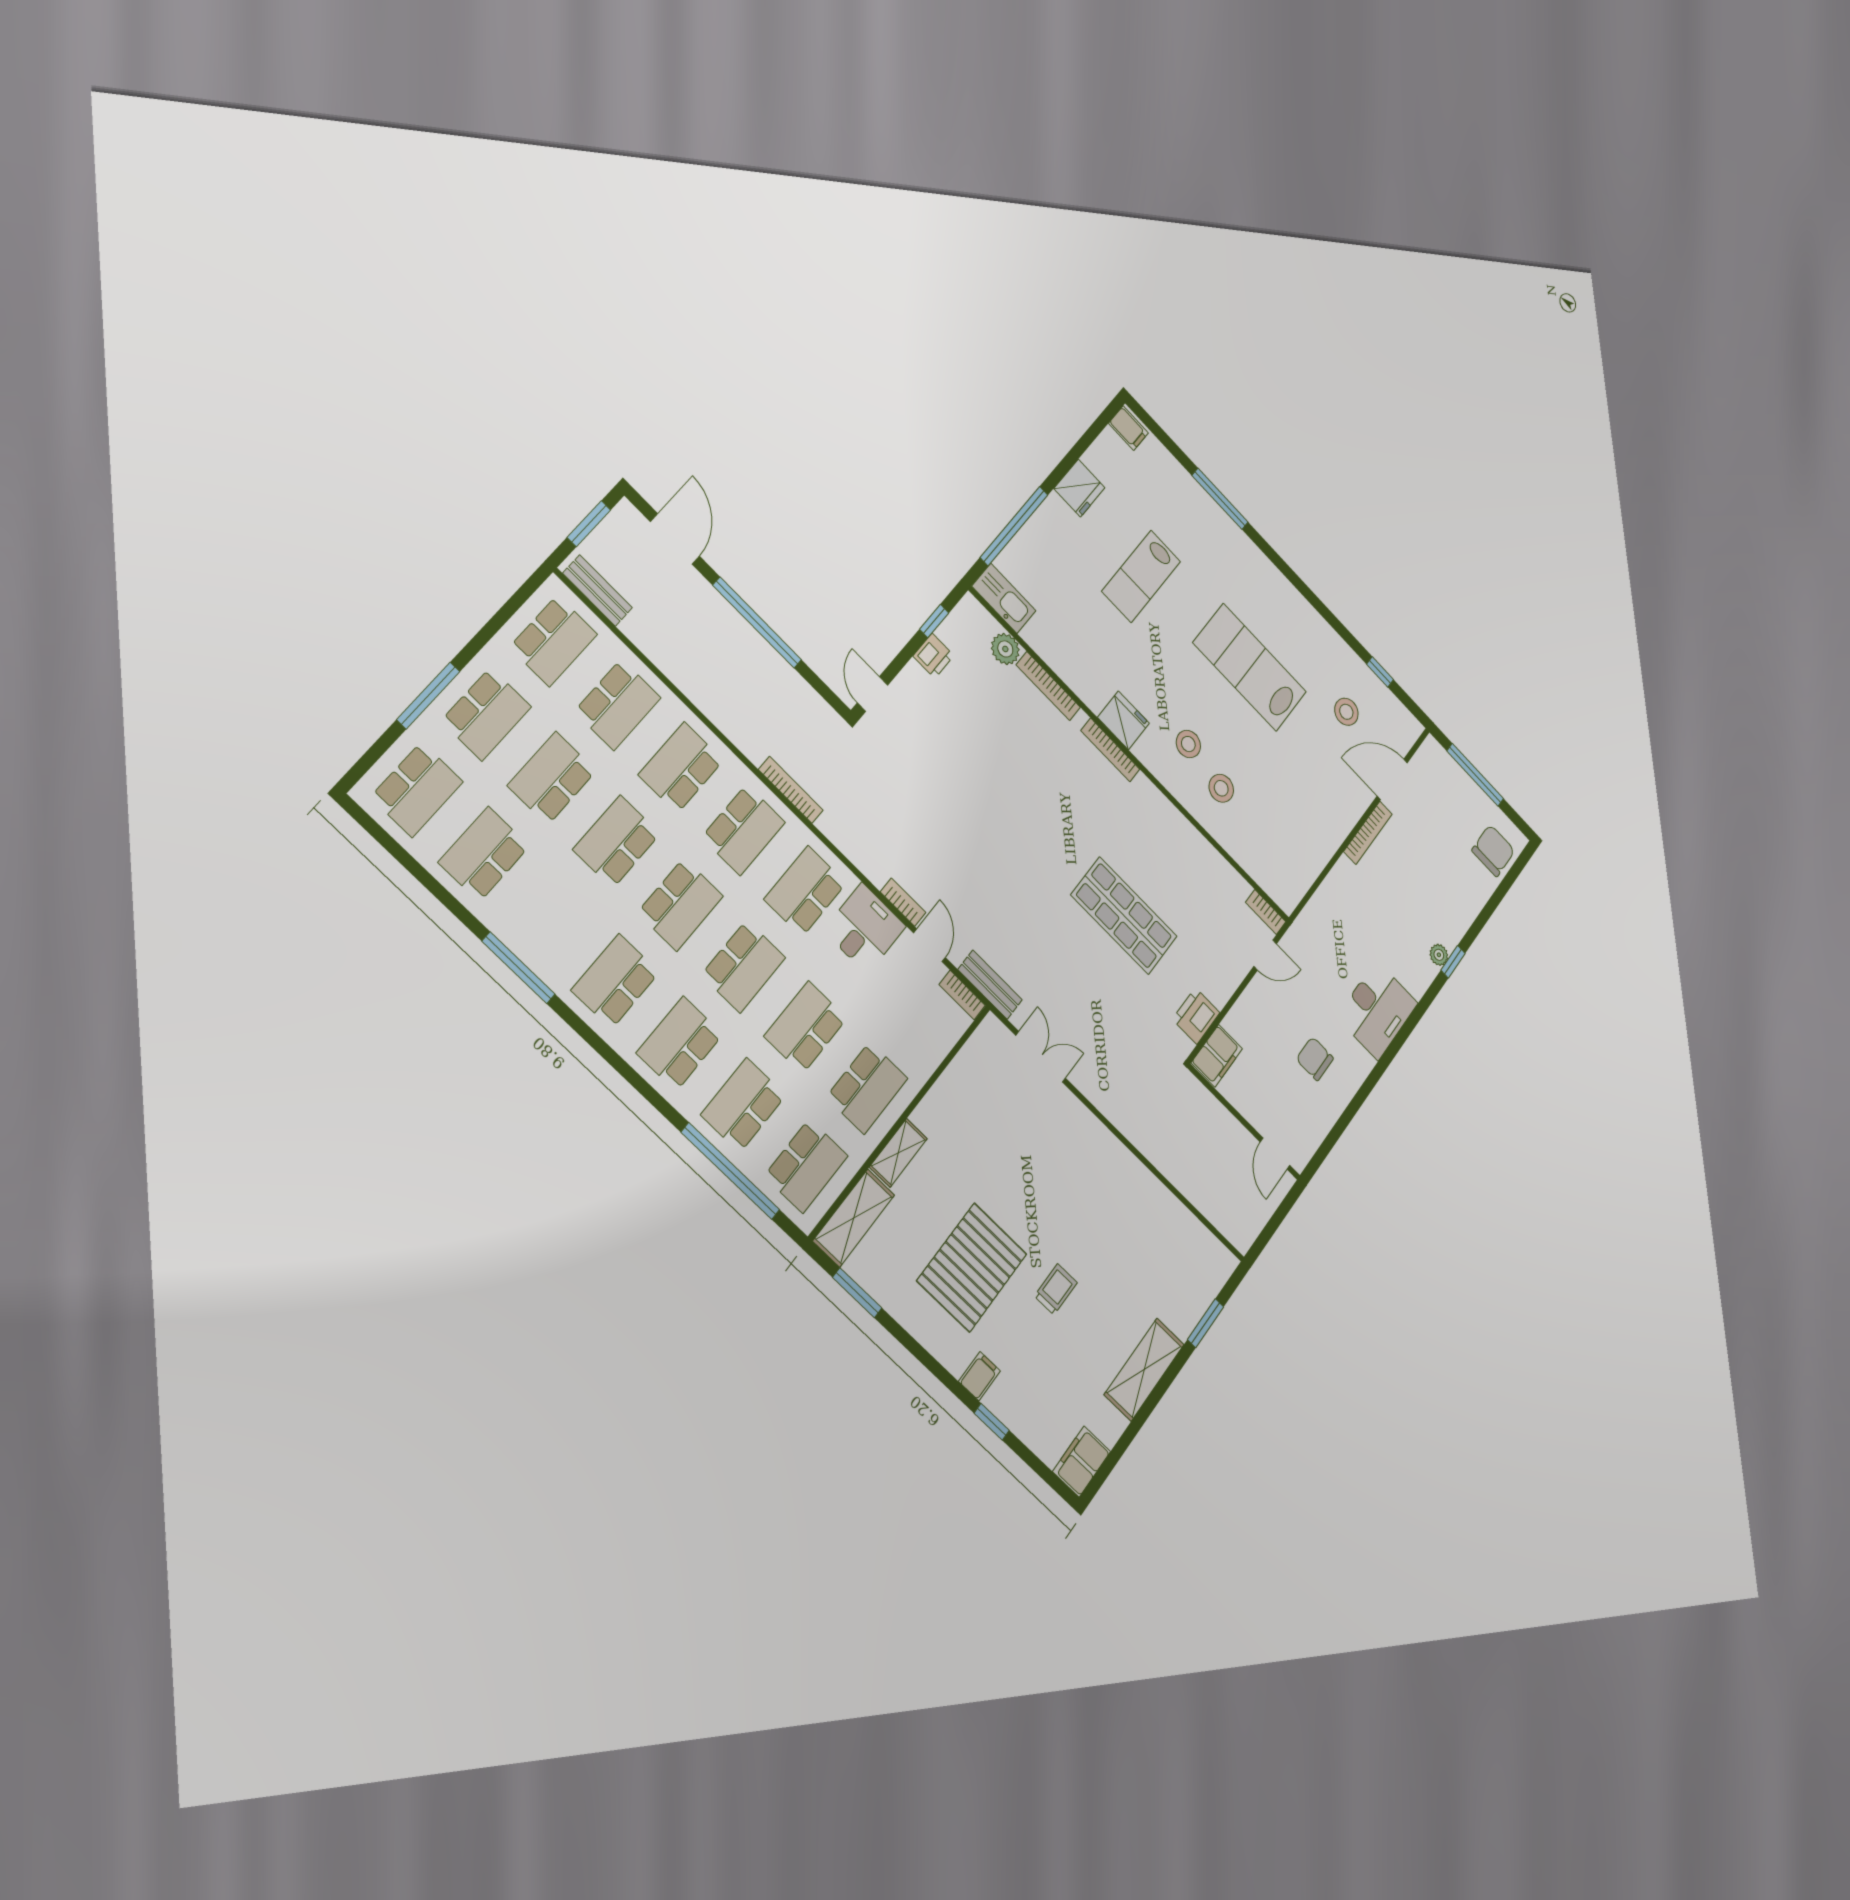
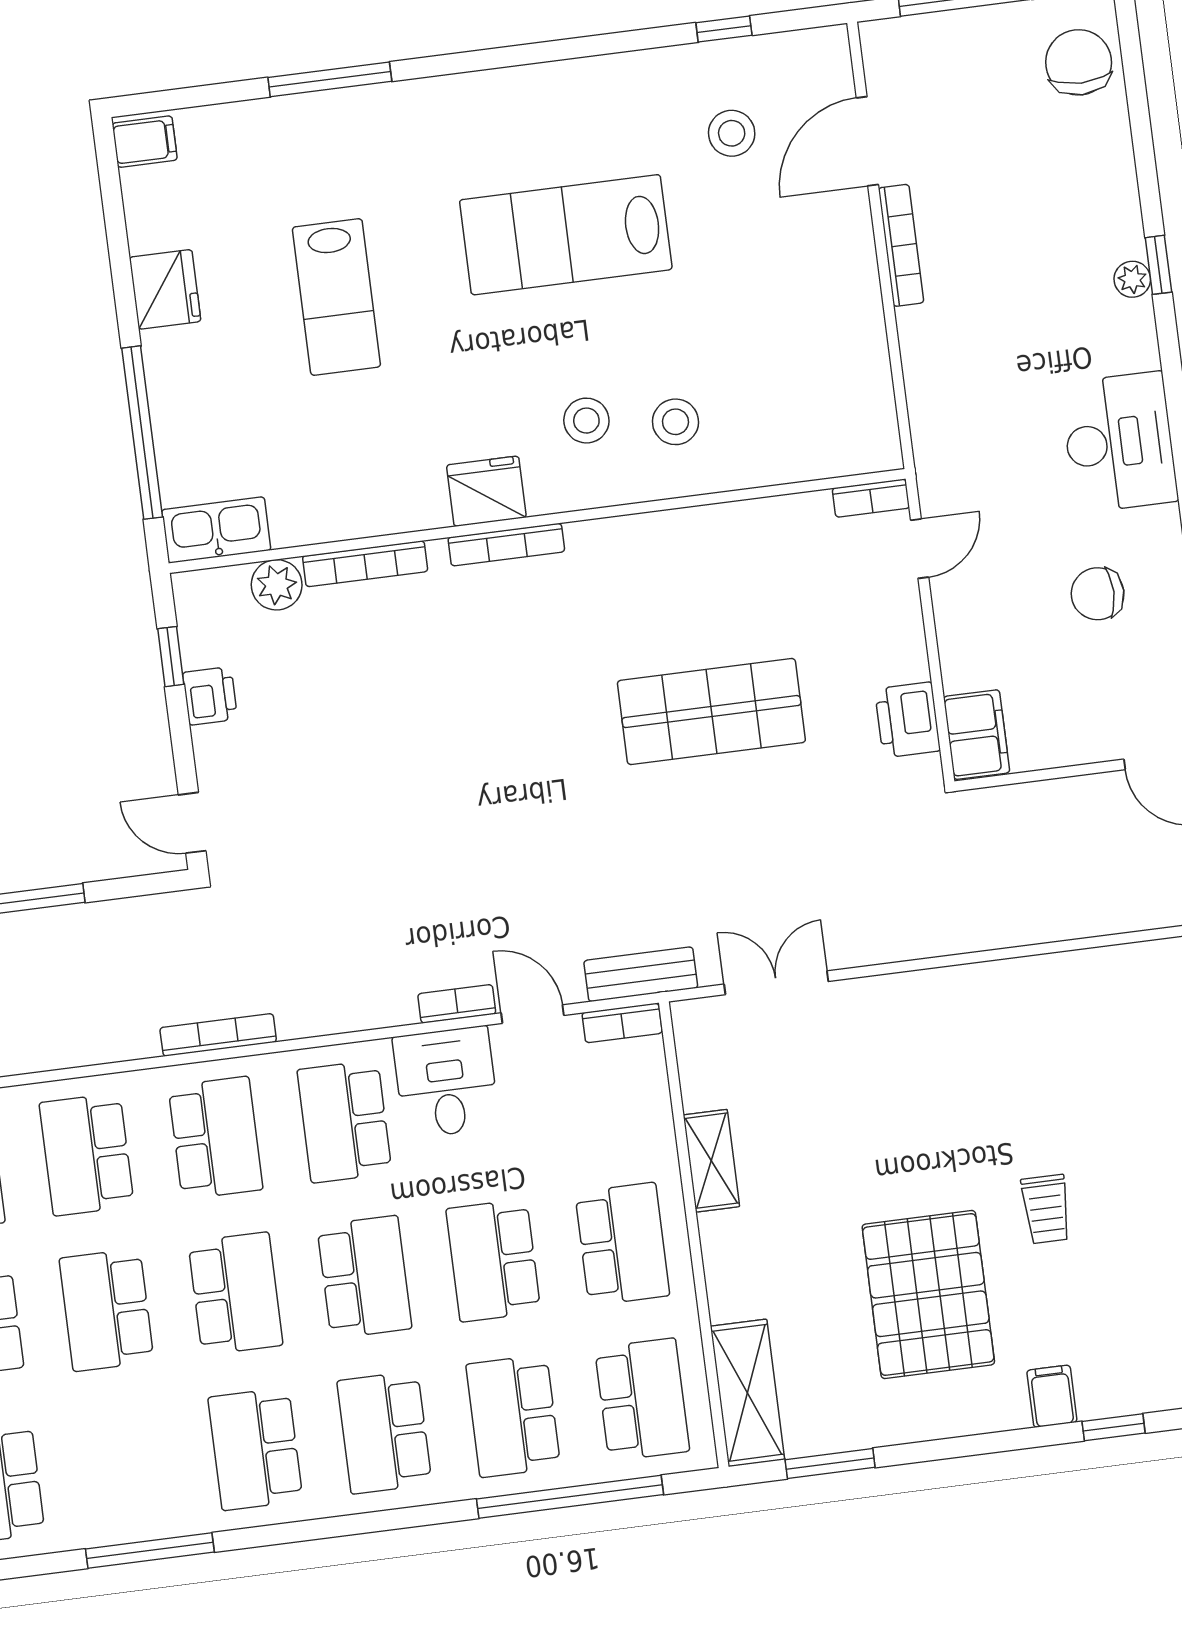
shelving: (898, 1153) -> (711, 1161), moved
trolley: (1056, 1289) -> (1046, 1209), turned 180

